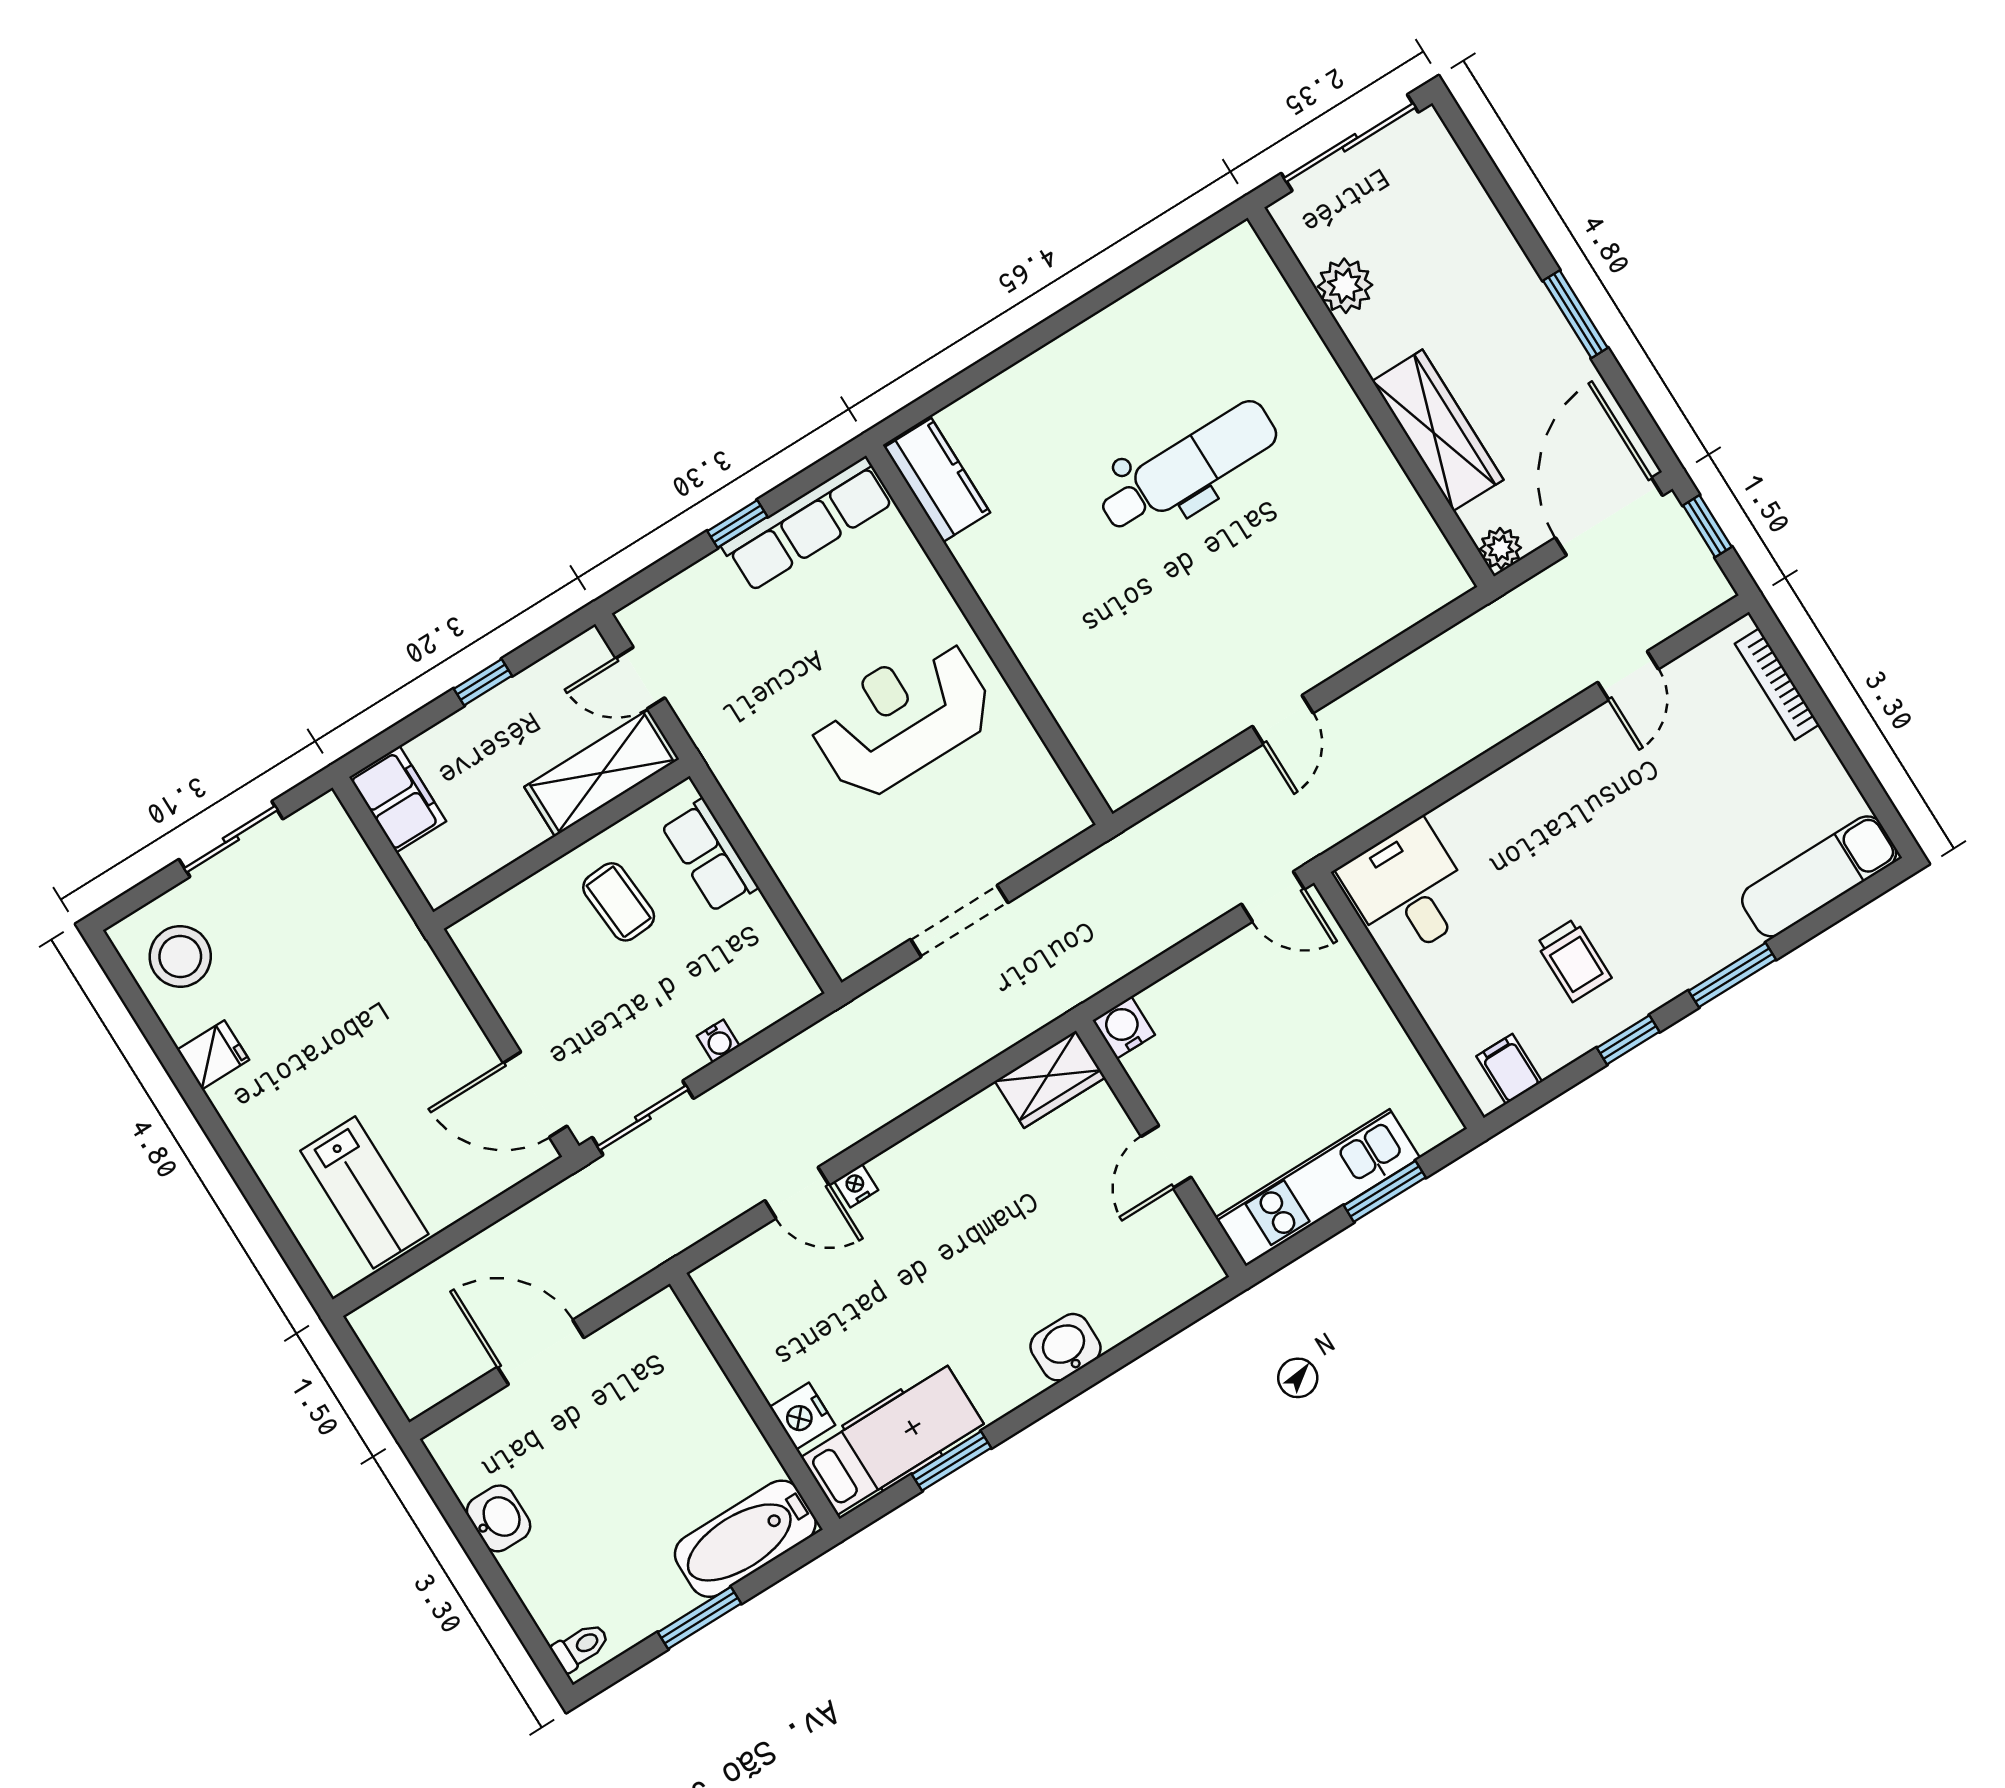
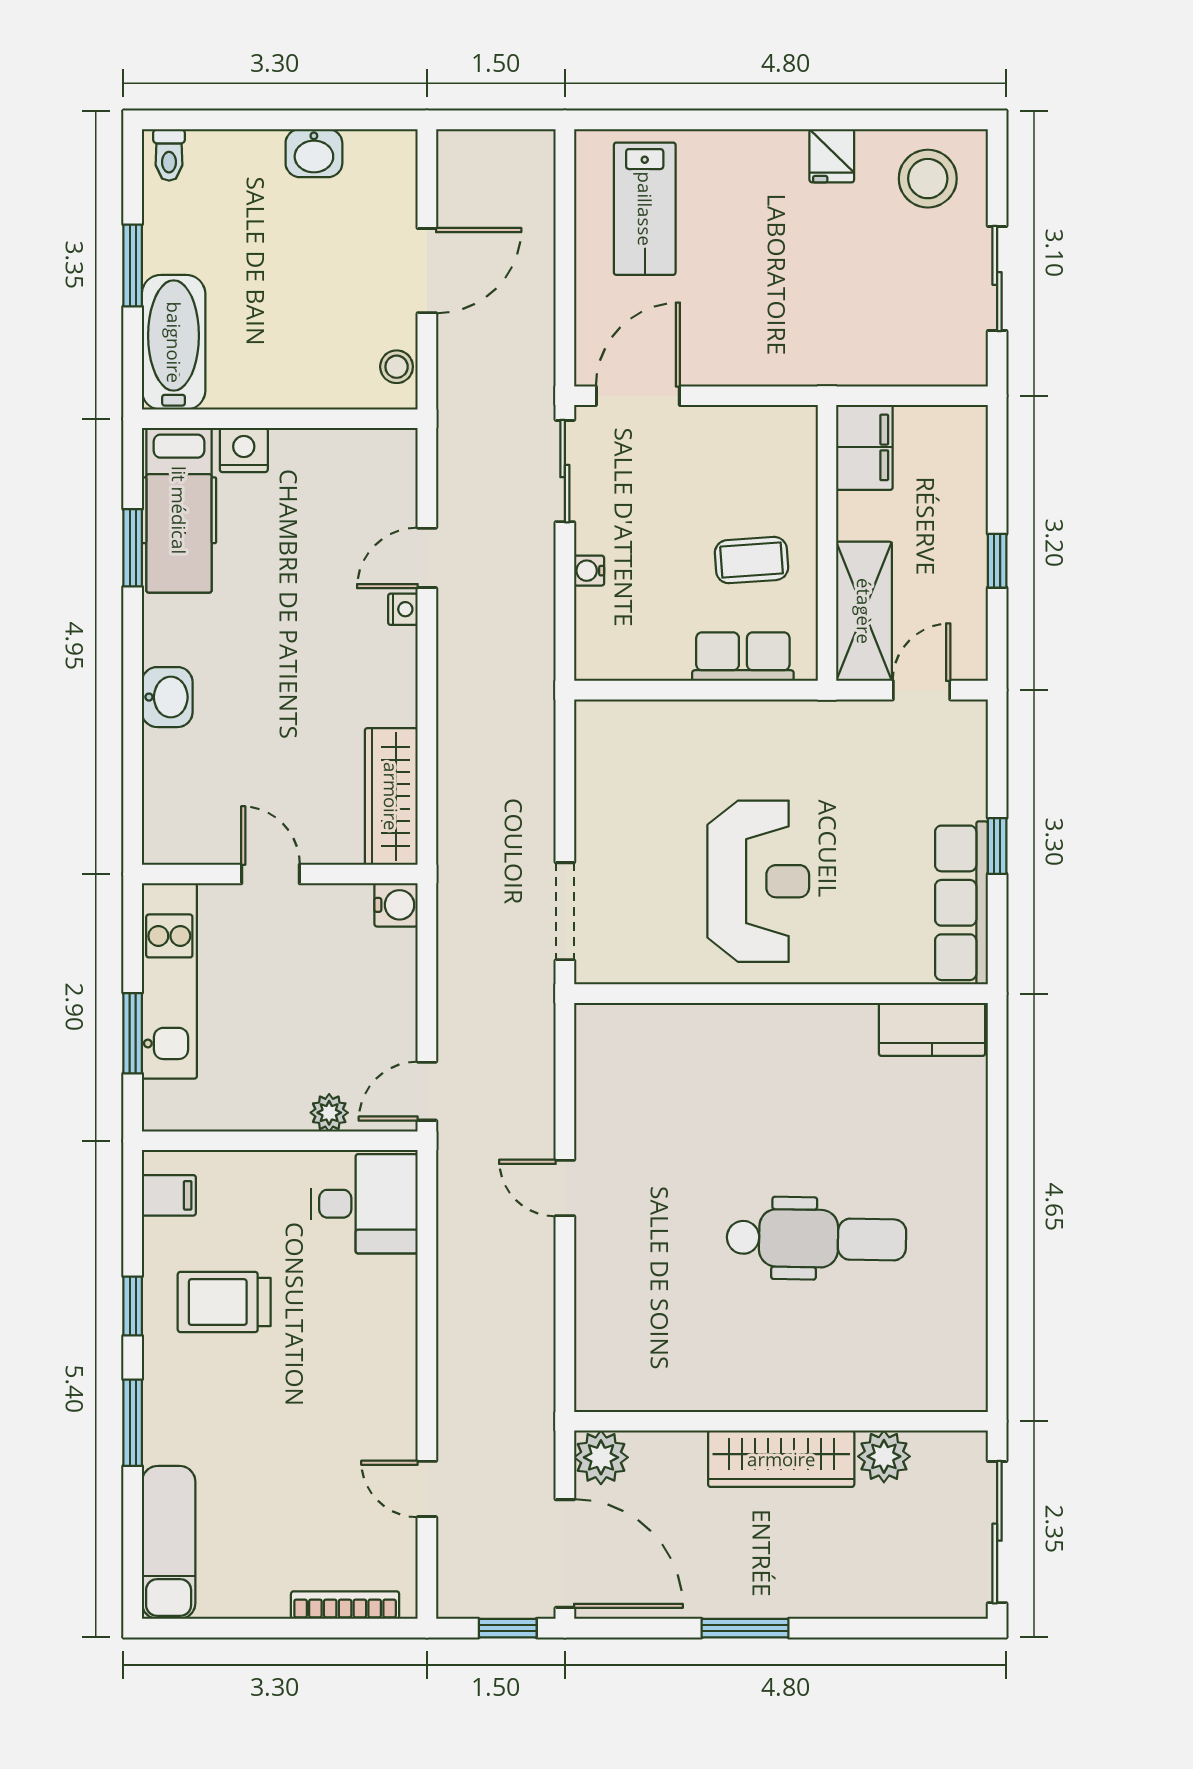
wardrobe: (1438, 430) -> (781, 1459), moved
dental chair: (1188, 467) -> (816, 1239), turned -89
plant: (1501, 548) -> (601, 1457), width x1.38, depth x1.38
filing cabinet: (398, 799) -> (864, 447), moved, turned -90
doorway: (959, 921) -> (565, 911), moved
trolley: (1574, 960) -> (224, 1302), width x1.36, depth x1.39
plant: (1346, 972) -> (329, 1113), added
wardrobe: (1050, 1079) -> (391, 796), width x1.50
lab bench: (364, 1192) -> (645, 209), turned -90
stool: (643, 1326) -> (397, 367), added

